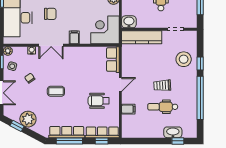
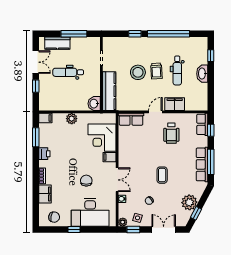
corner desk: (105, 30) -> (102, 138), moved
stool: (184, 59) -> (138, 72), moved
door: (120, 84) -> (155, 112), hinge flipped
filing cabinet: (128, 109) -> (175, 104), width x2.00
row of seats: (102, 132) -> (202, 124), width x0.68
washbasin: (173, 132) -> (202, 74), moved

